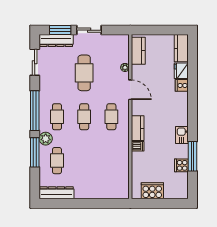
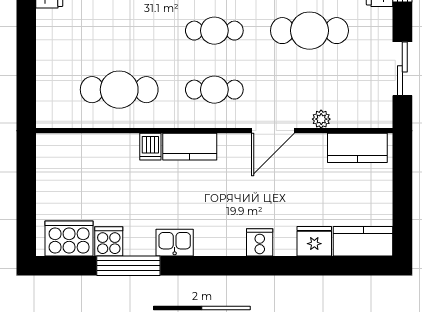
sliding door: (89, 30) -> (402, 69), moved
cooker: (182, 85) -> (260, 242), moved
cafe table: (111, 161) -> (119, 90), added
cooker: (152, 191) -> (69, 238), moved, turned -90

